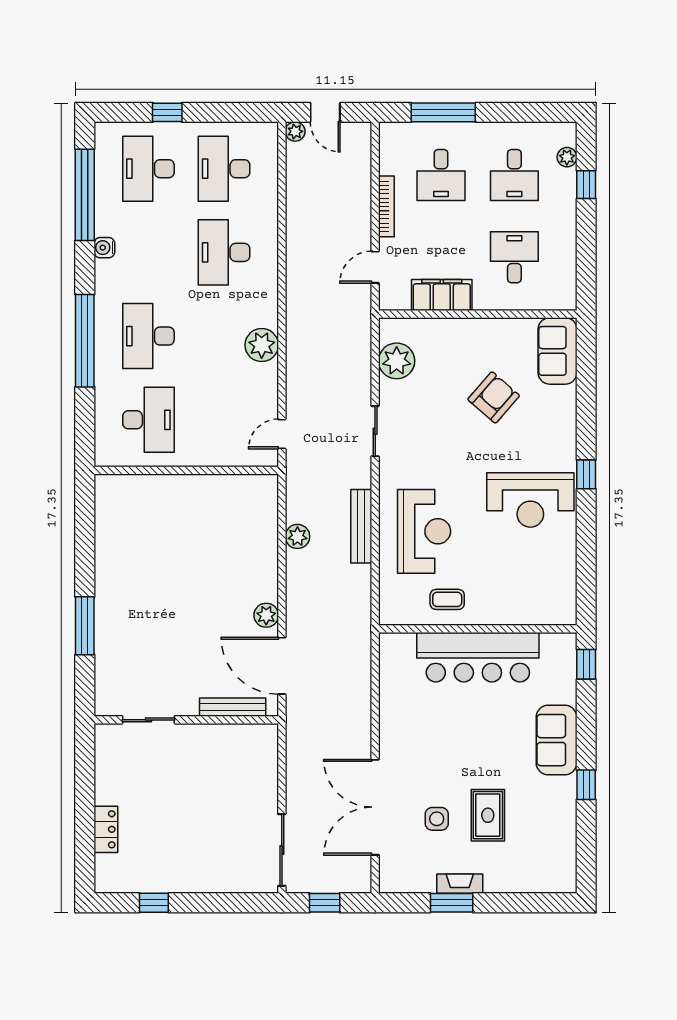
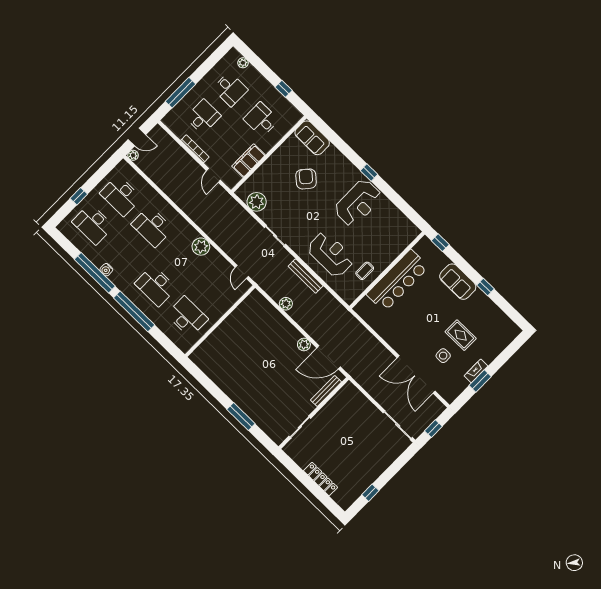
desk: (441, 175) -> (203, 117), turned -90
window: (586, 185) -> (284, 89), moved
window: (85, 195) -> (95, 273), moved
locker: (106, 829) -> (321, 479), width x1.53

